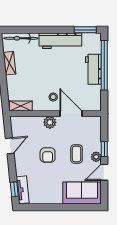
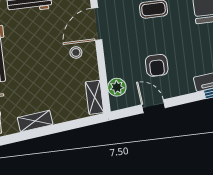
plant: (50, 122) -> (117, 87), moved
armchair: (48, 155) -> (157, 65), moved, turned 90

